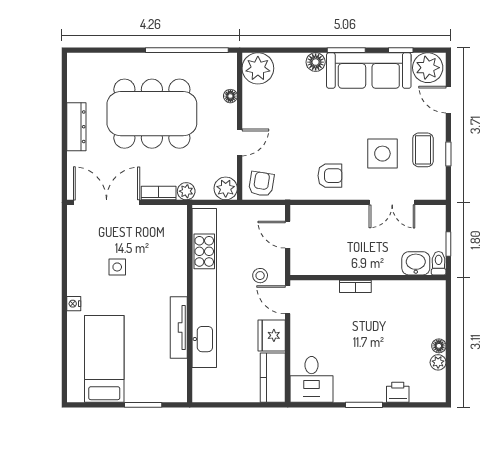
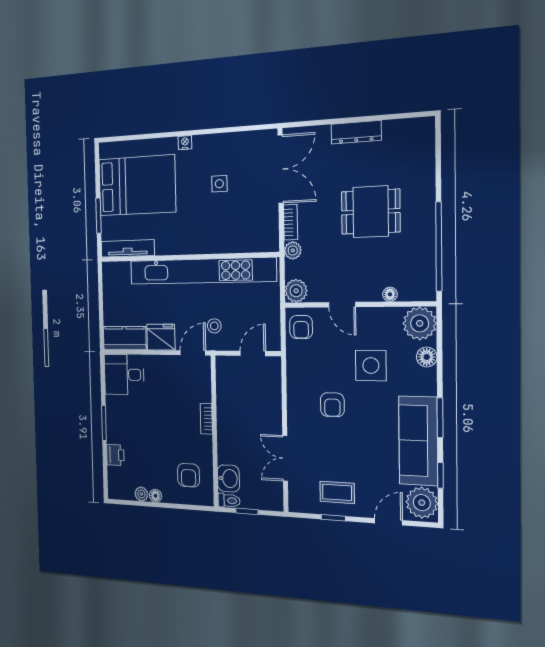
floor lamp: (316, 62) -> (427, 357), moved
dining table: (152, 114) -> (371, 212), width x0.53, depth x0.80
side table: (382, 154) -> (371, 365), moved
armchair: (330, 176) -> (332, 405), moved
armchair: (261, 184) -> (301, 327), turned 81
armchair: (415, 308) -> (188, 475), added
tv unit: (179, 328) -> (128, 248), moved
bed: (104, 359) -> (137, 185), width x1.50

